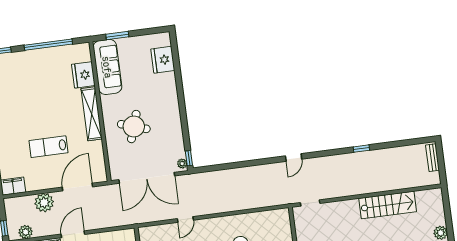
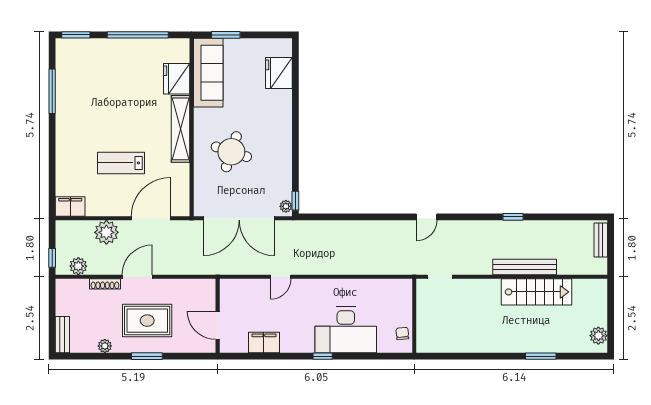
bench: (376, 187) -> (525, 267), added

